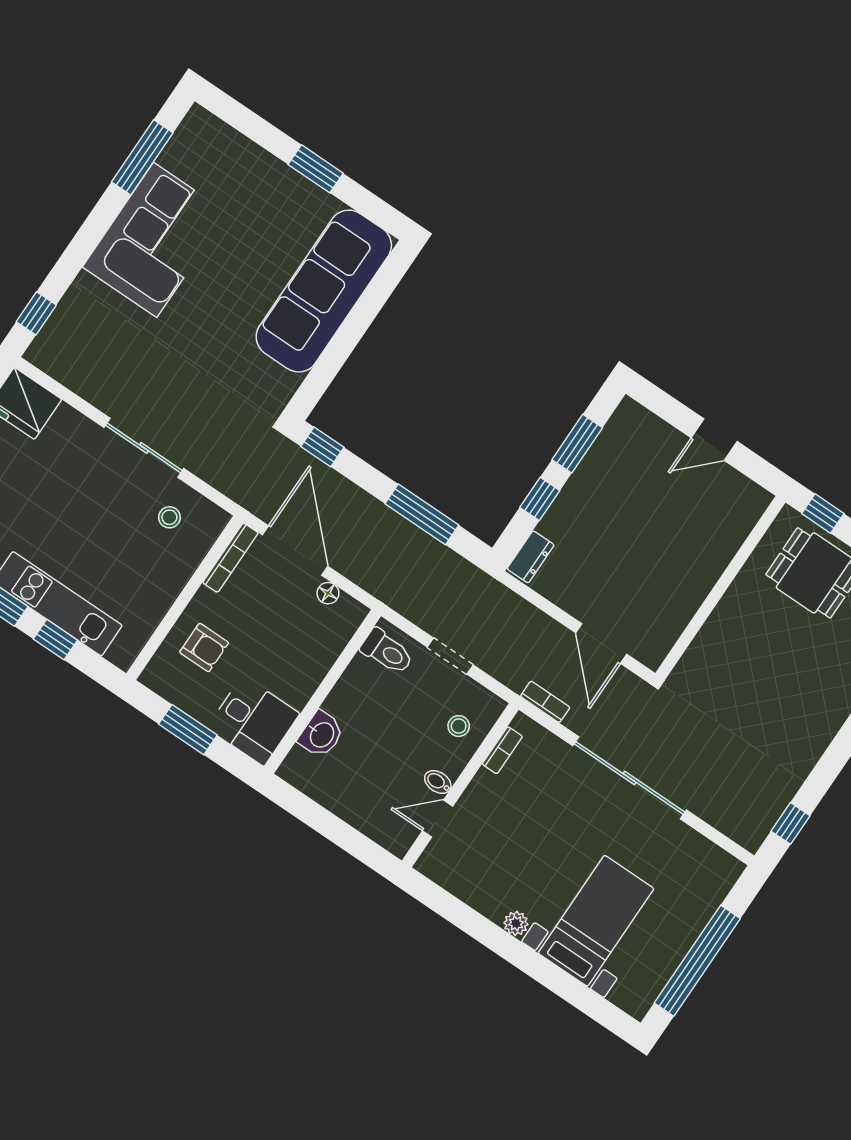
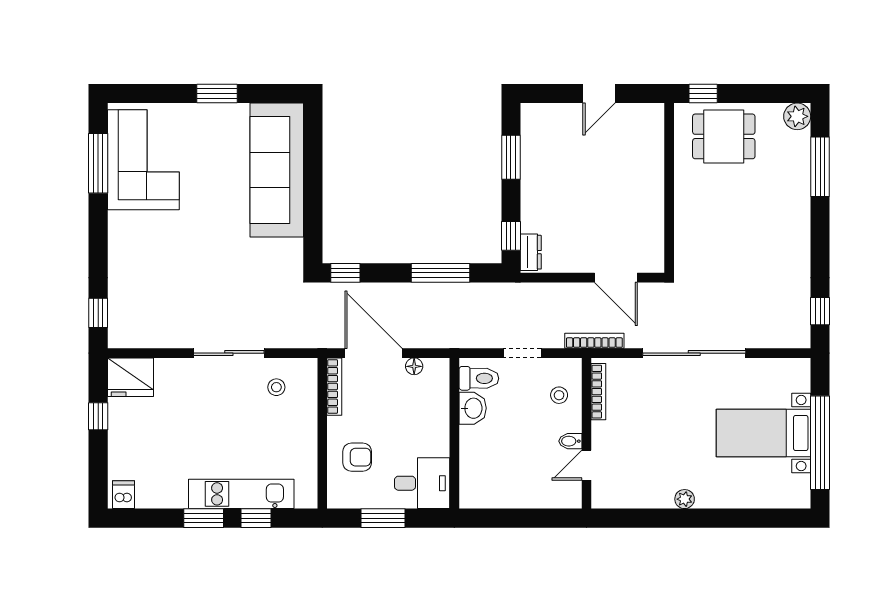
corner sofa: (155, 240) -> (143, 160), moved
window: (540, 499) -> (511, 236), moved
bookcase: (545, 702) -> (594, 341), width x1.56
washbasin: (321, 734) -> (473, 408), moved
bookcase: (502, 750) -> (598, 392), width x1.56
bed with nightstands: (596, 921) -> (764, 433), moved, turned -90

